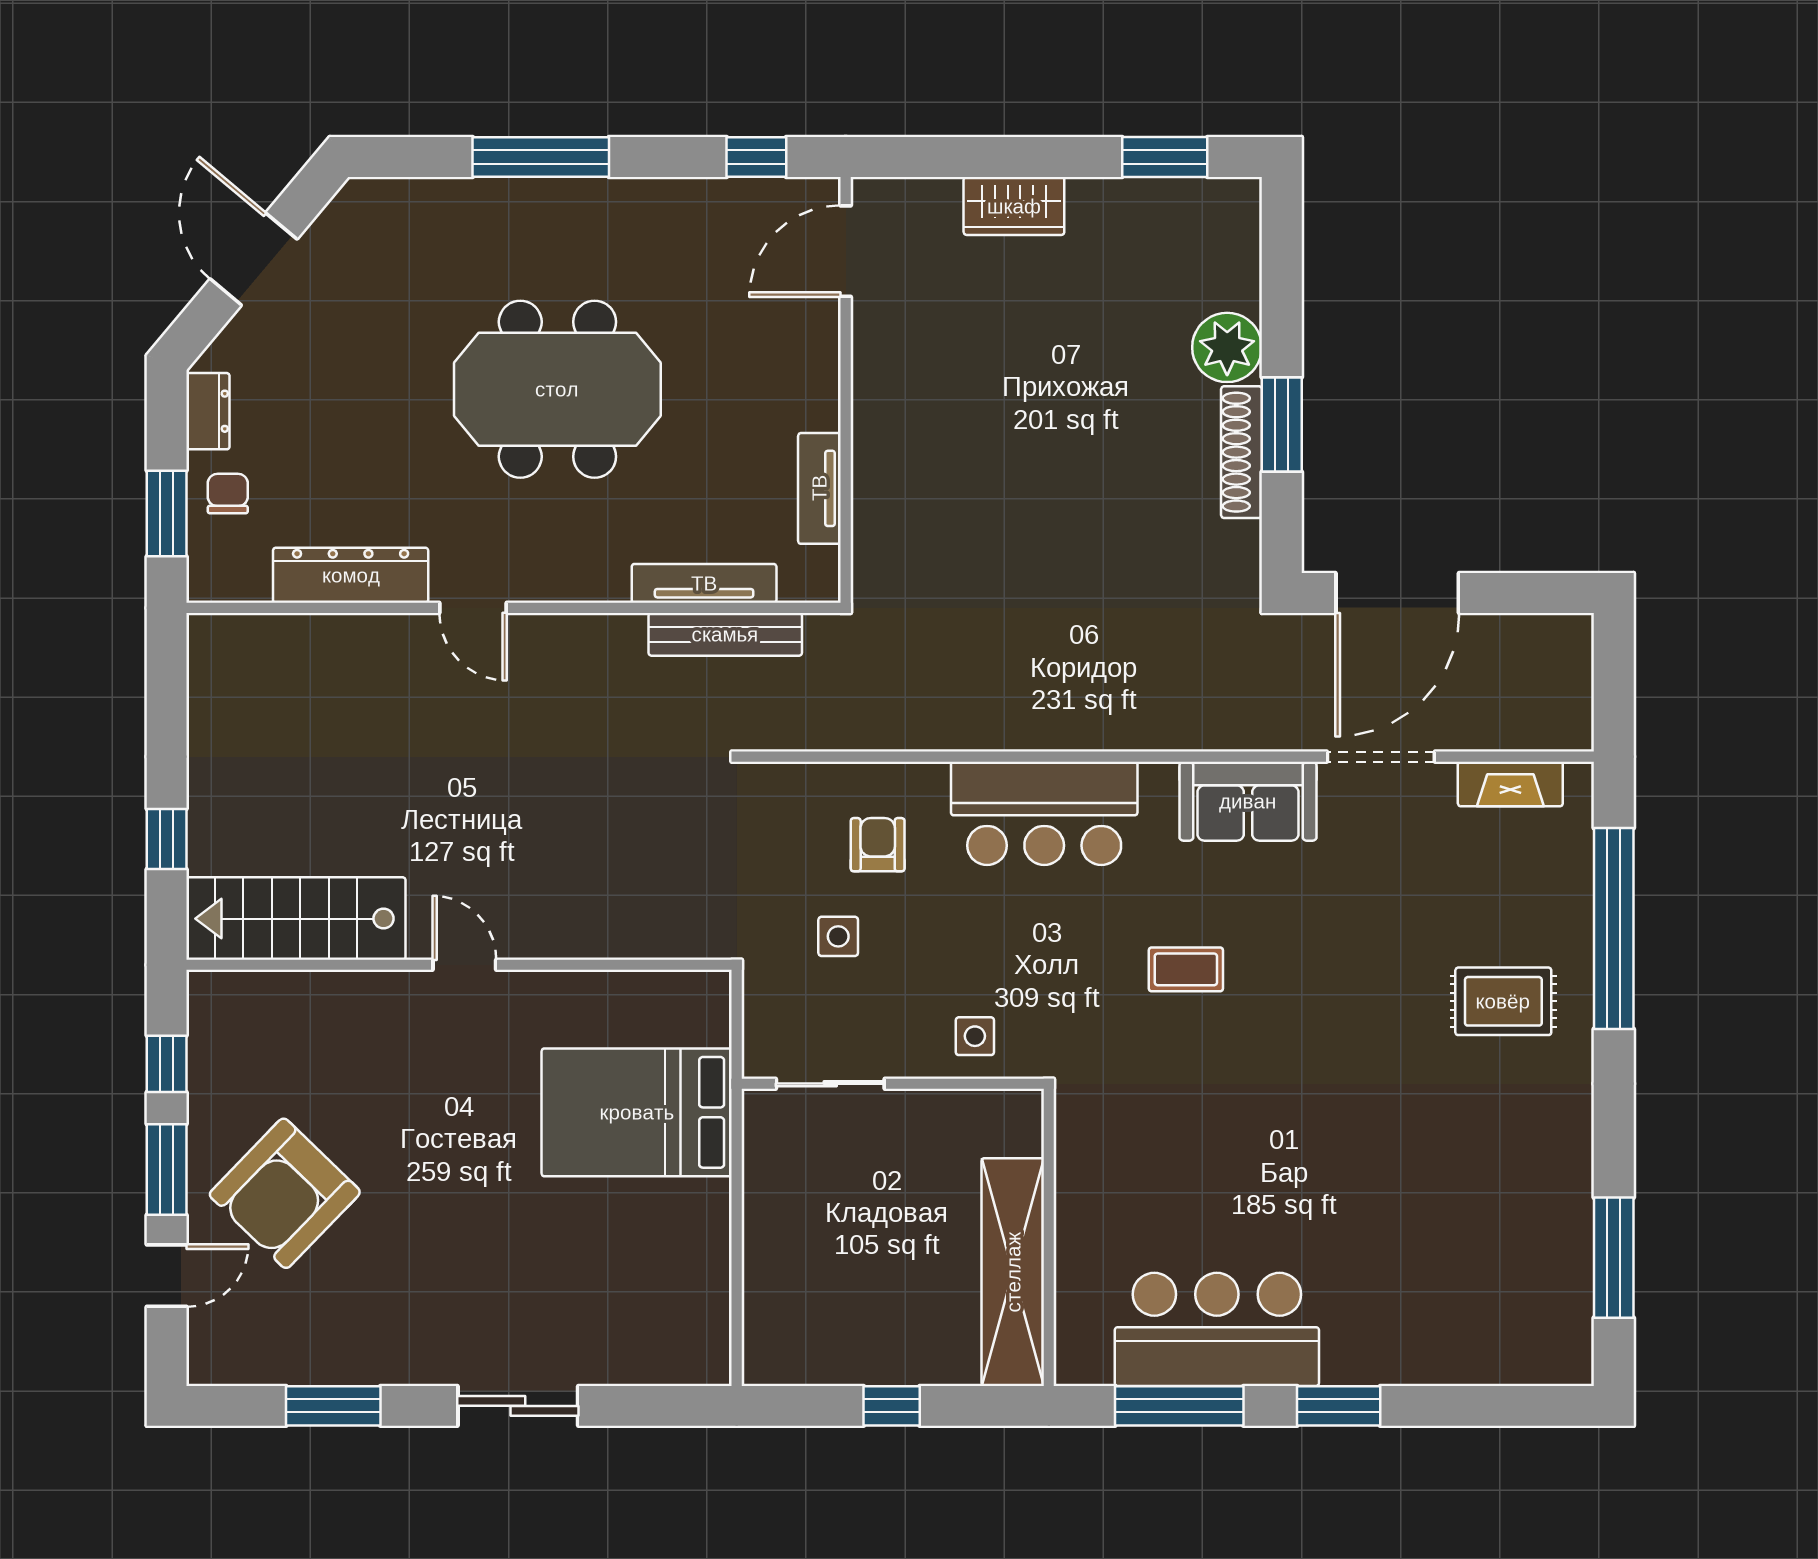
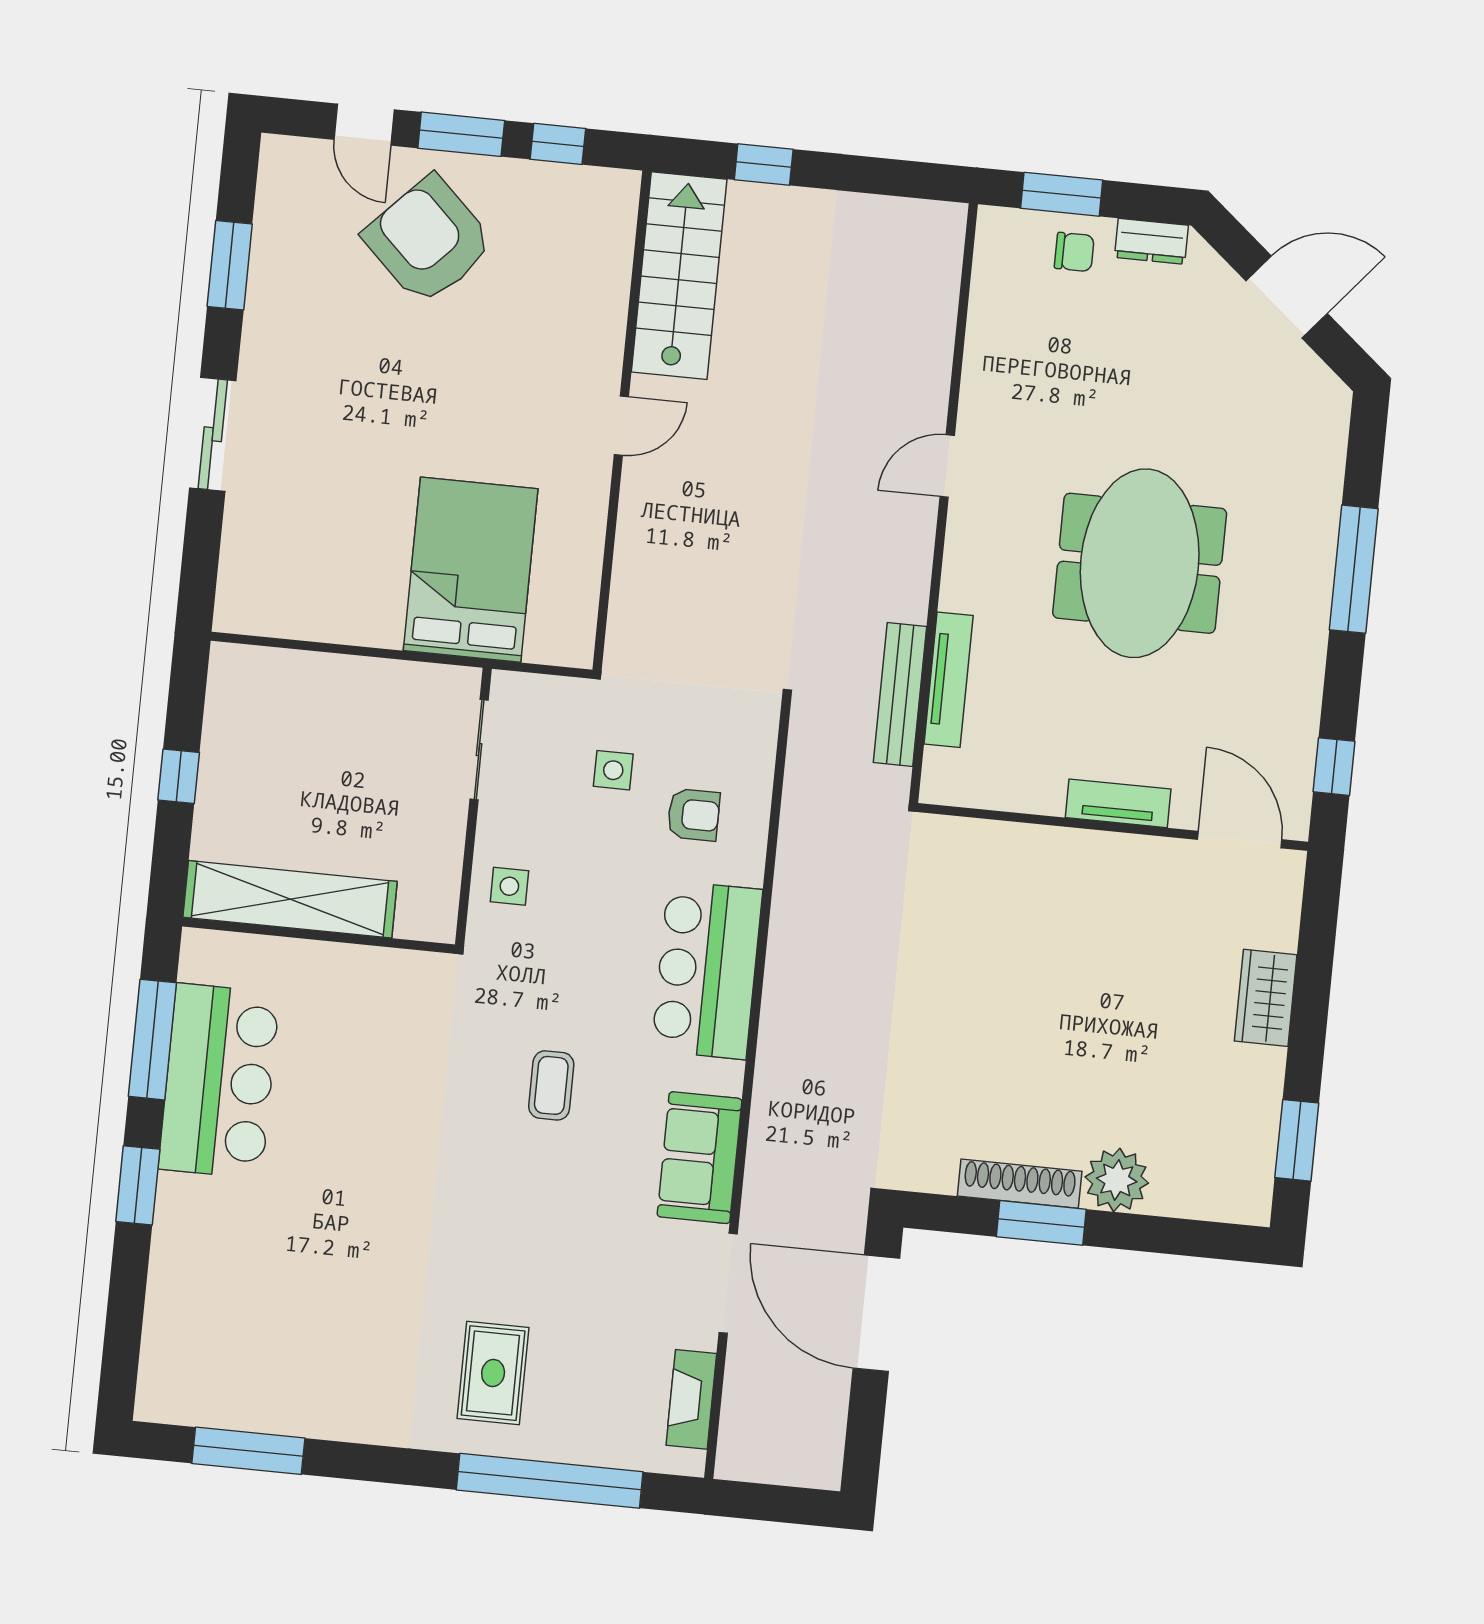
tv unit: (819, 488) -> (1118, 803), moved
dresser: (351, 575) -> (988, 357), removed

